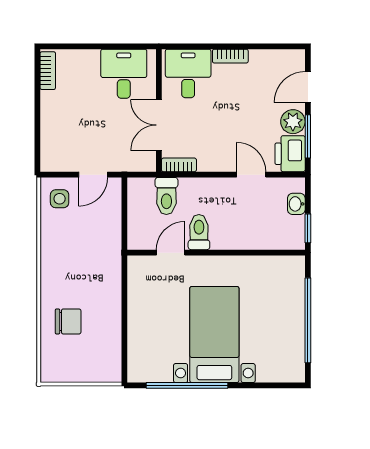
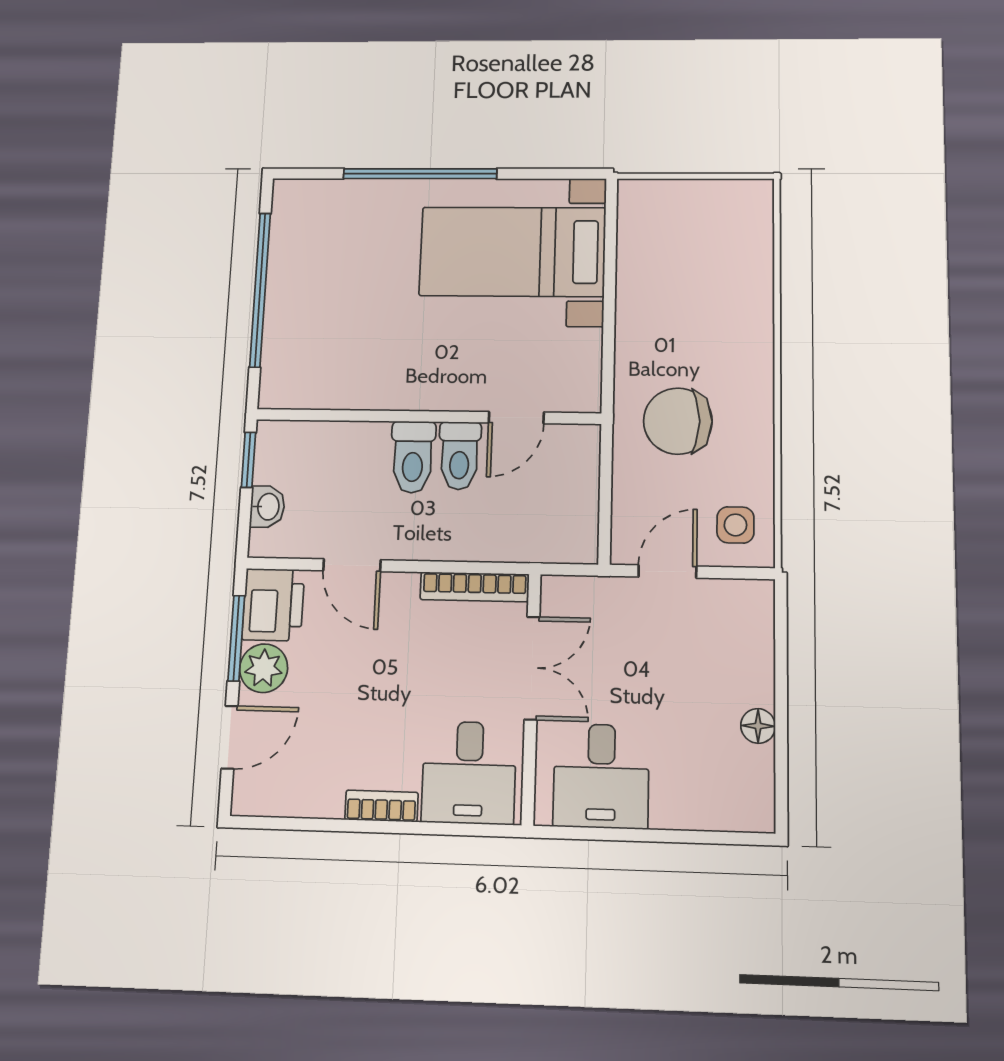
bookcase: (48, 71) -> (760, 787), removed
floor lamp: (48, 100) -> (758, 726), added
bookcase: (179, 165) -> (475, 587), width x1.56
toilet: (166, 196) -> (413, 457), moved, turned 180
chair: (68, 321) -> (678, 421), moved, width x1.37, depth x1.37
bed with nightstands: (214, 334) -> (513, 252), moved, turned 90
window: (187, 385) -> (420, 174), moved

